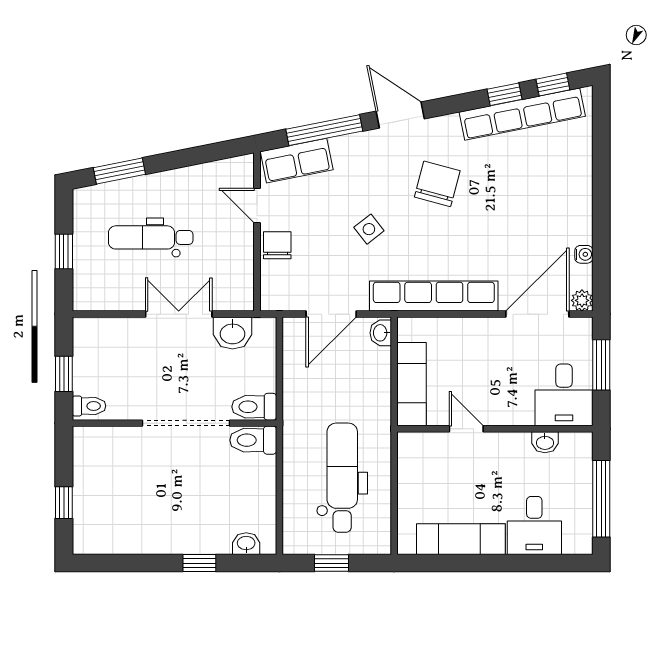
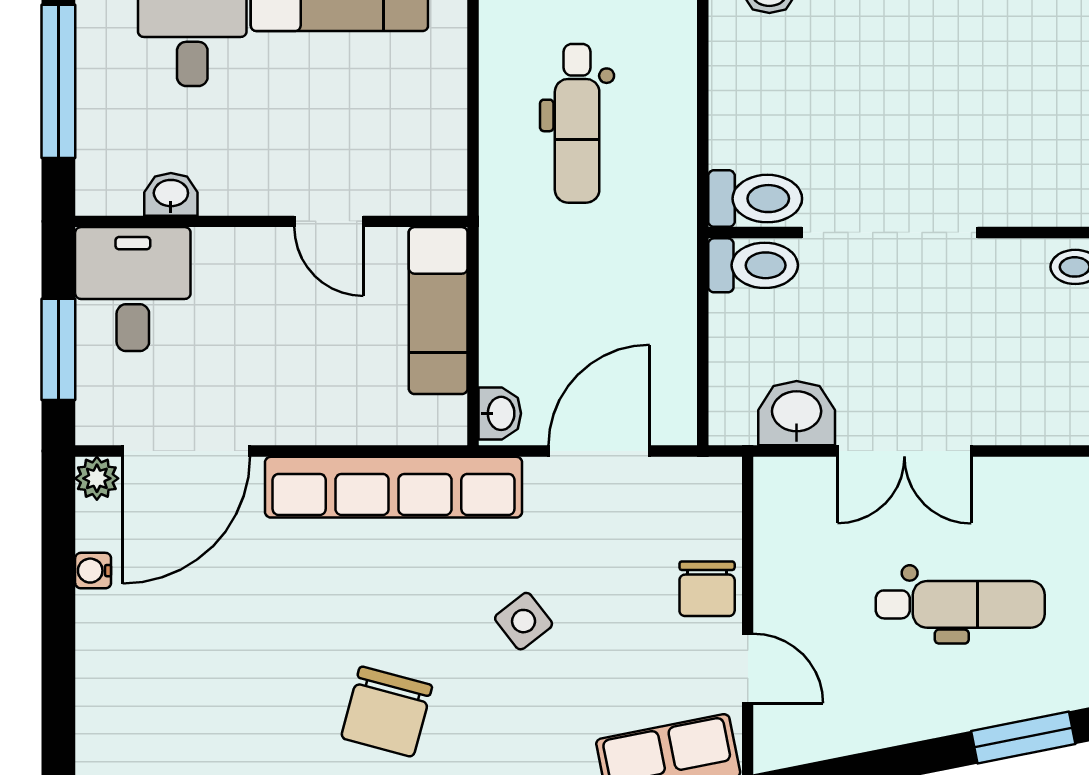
dental chair: (342, 478) -> (577, 123), width x0.73, depth x0.72

